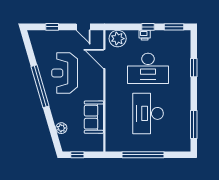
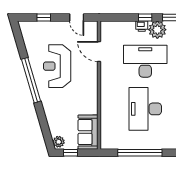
plant: (118, 39) -> (157, 30), moved
desk: (148, 68) -> (145, 61), turned 180
sofa: (94, 117) -> (88, 132), moved
plant: (61, 128) -> (59, 142), moved

